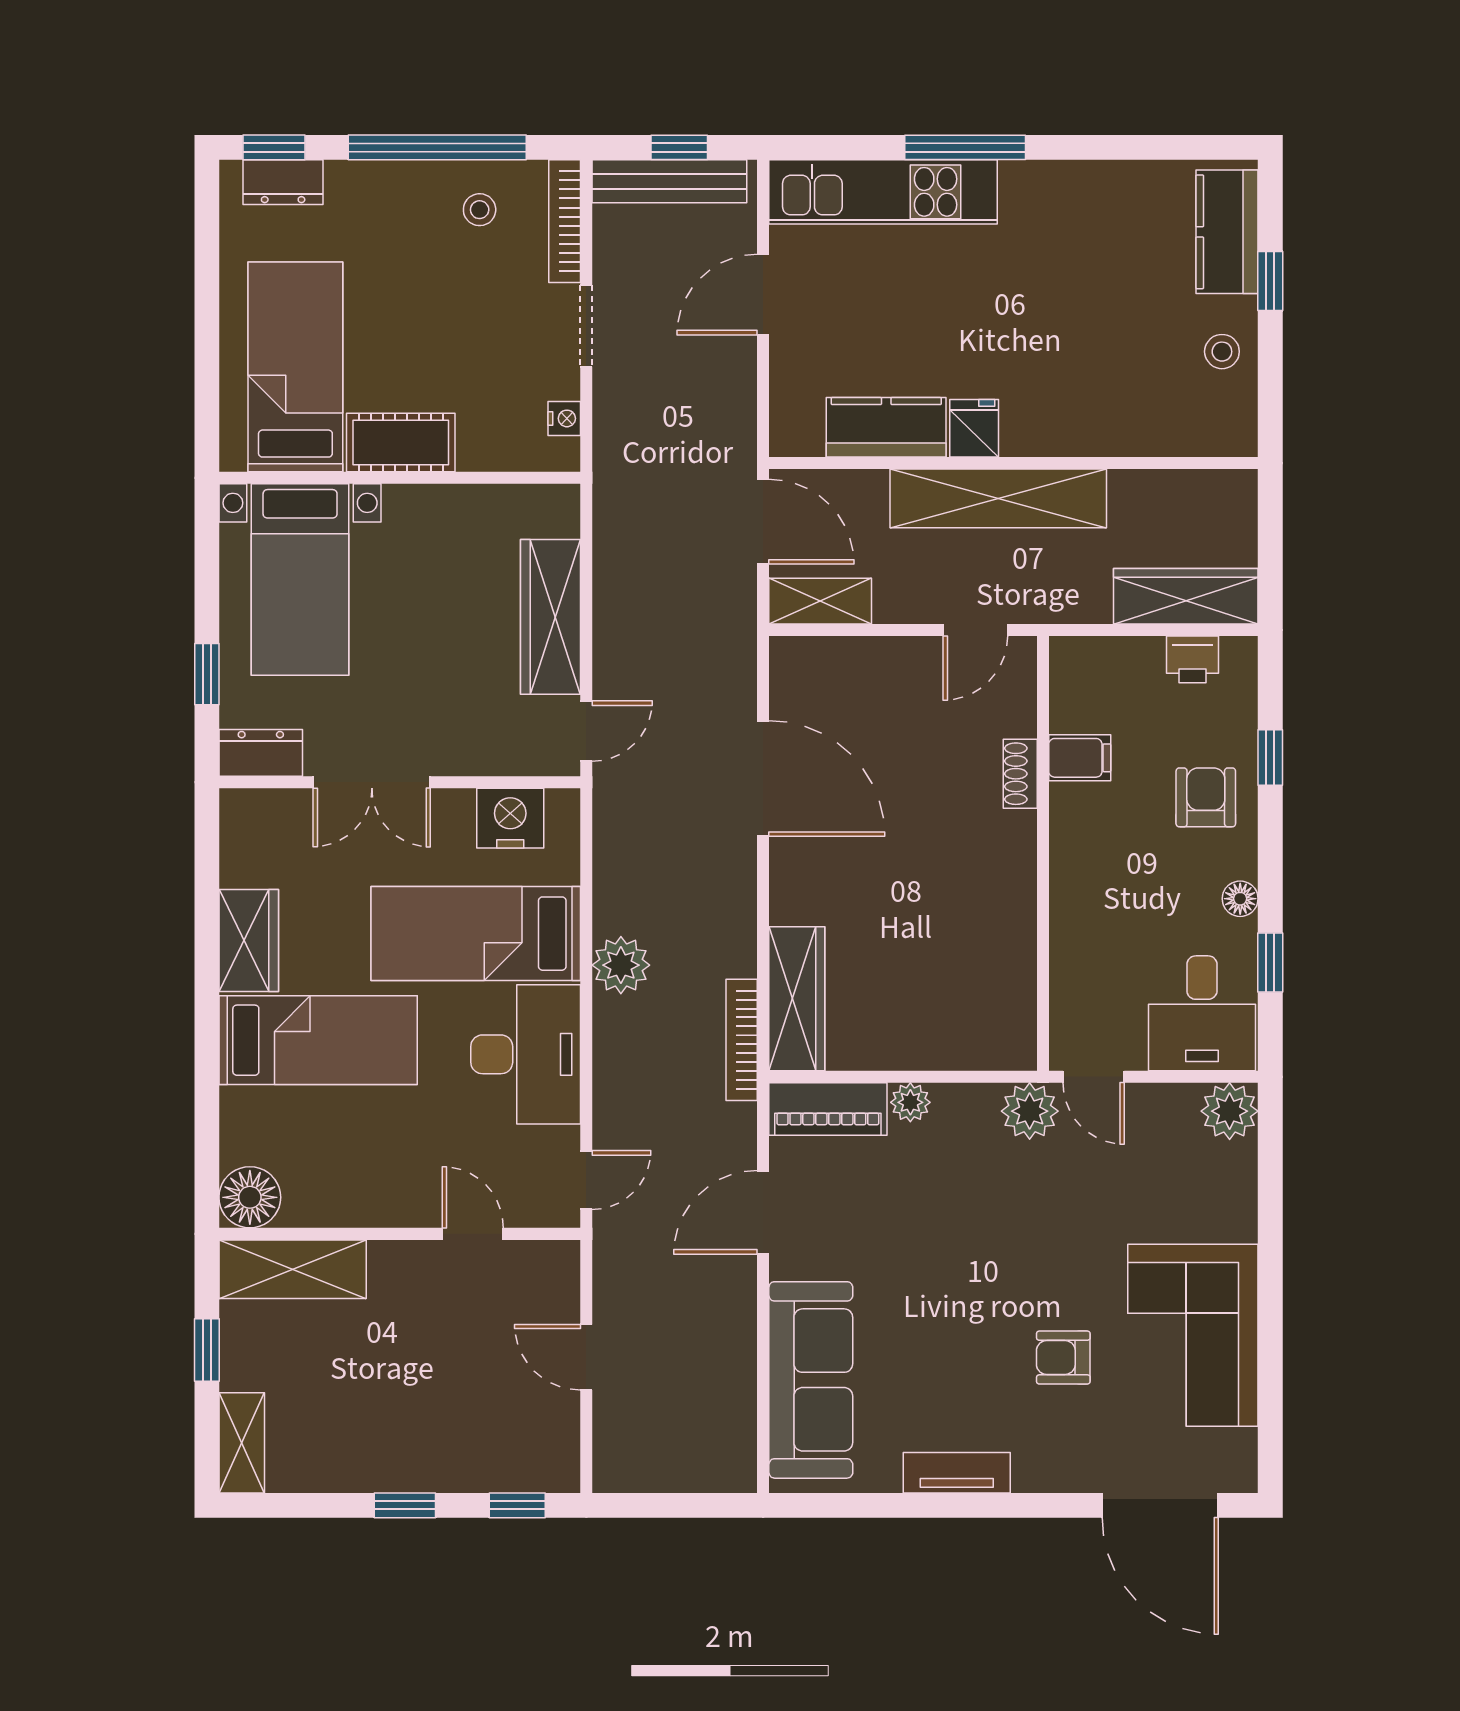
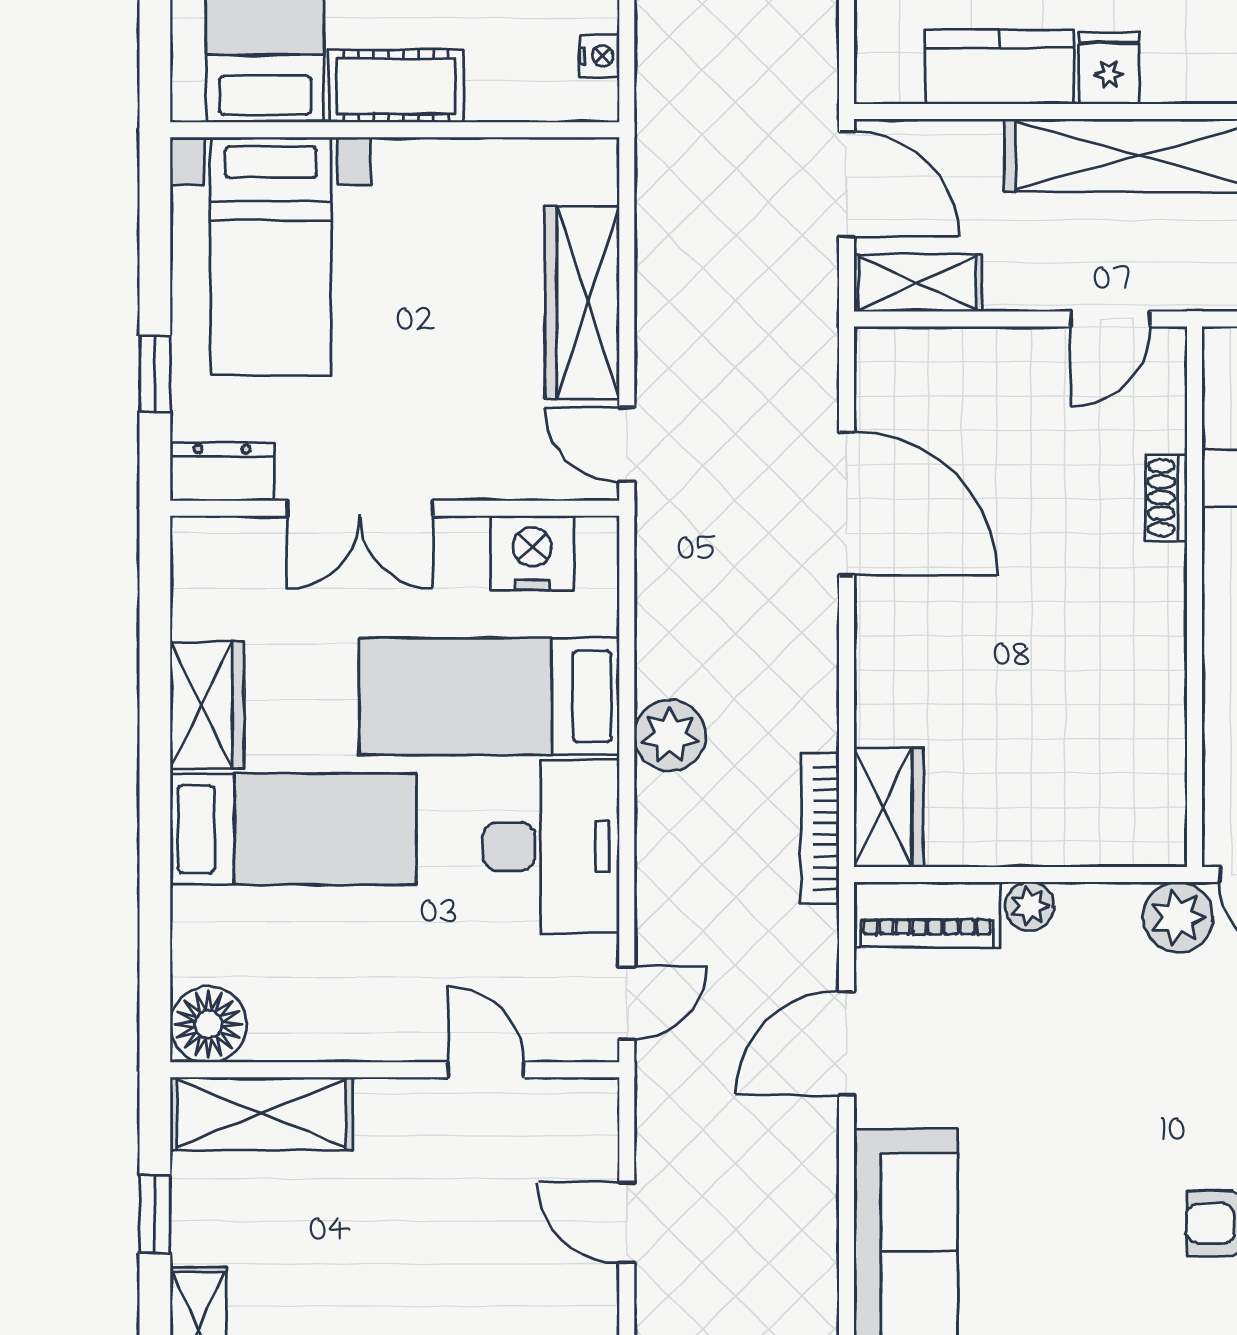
door: (586, 731) -> (627, 445), swing flipped
wardrobe: (797, 999) -> (888, 807), width x0.67

